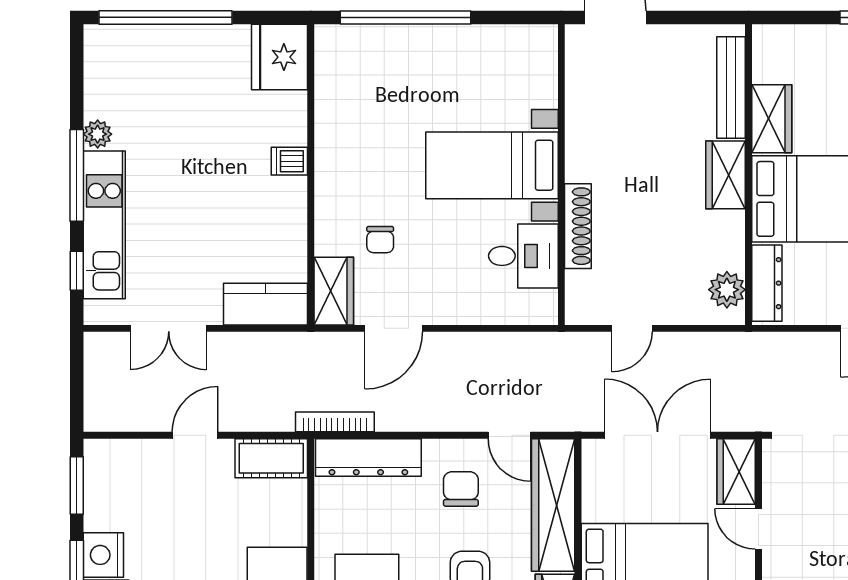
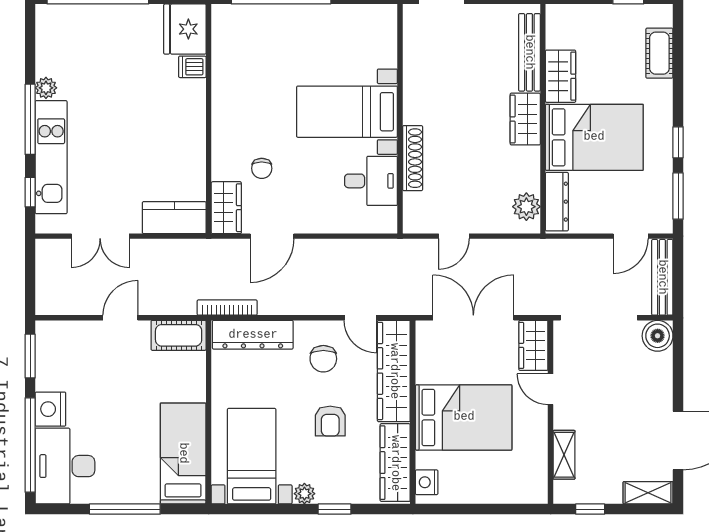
dishwasher: (289, 161) -> (192, 67), moved
chair: (461, 489) -> (323, 359), turned 180

